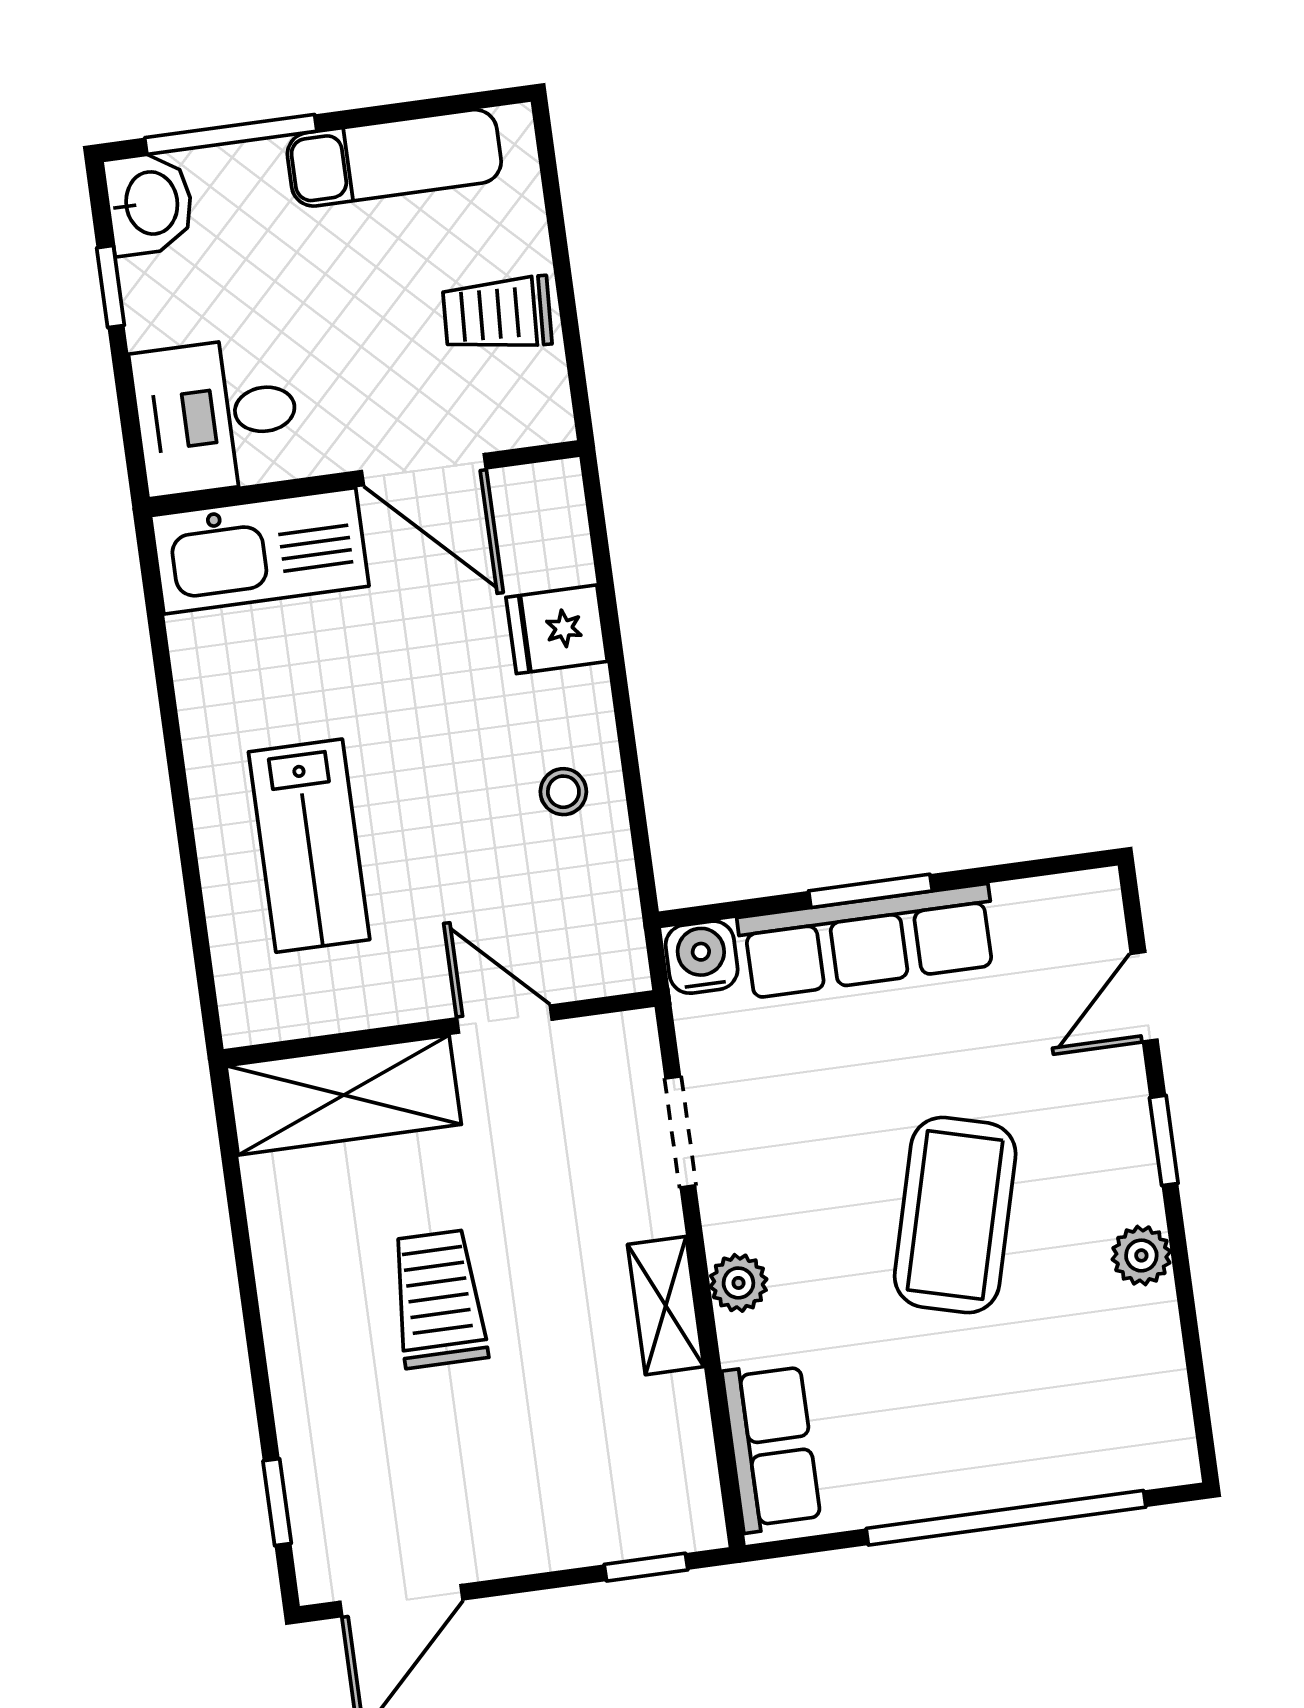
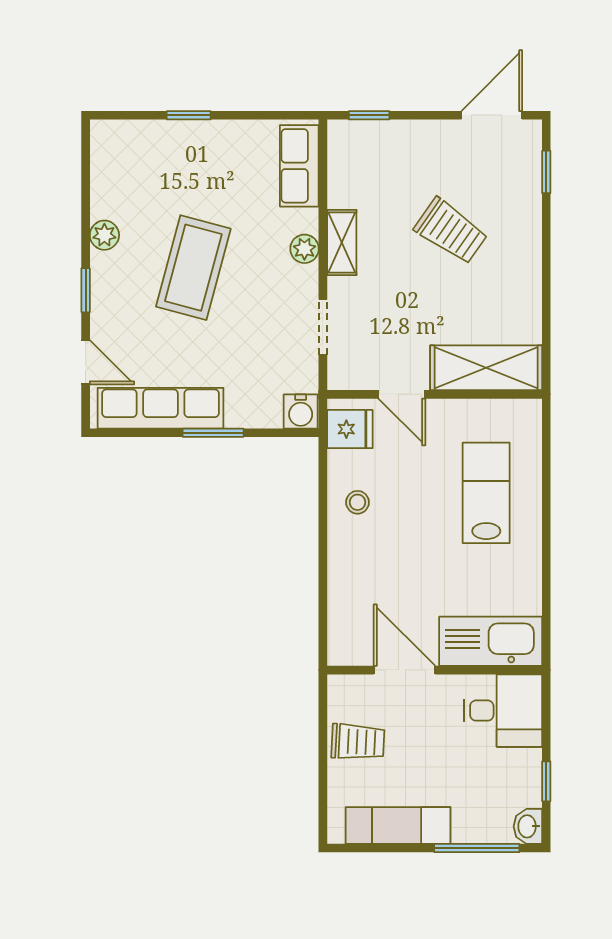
washbasin: (149, 203) -> (528, 826), width x0.72, depth x0.69
fridge: (557, 629) -> (350, 429), moved
row of seats: (868, 941) -> (161, 408), moved
door: (1144, 997) -> (86, 362), hinge flipped
trolley: (439, 1299) -> (451, 231), moved, turned -55
window: (1006, 1518) -> (189, 115), width x0.32

